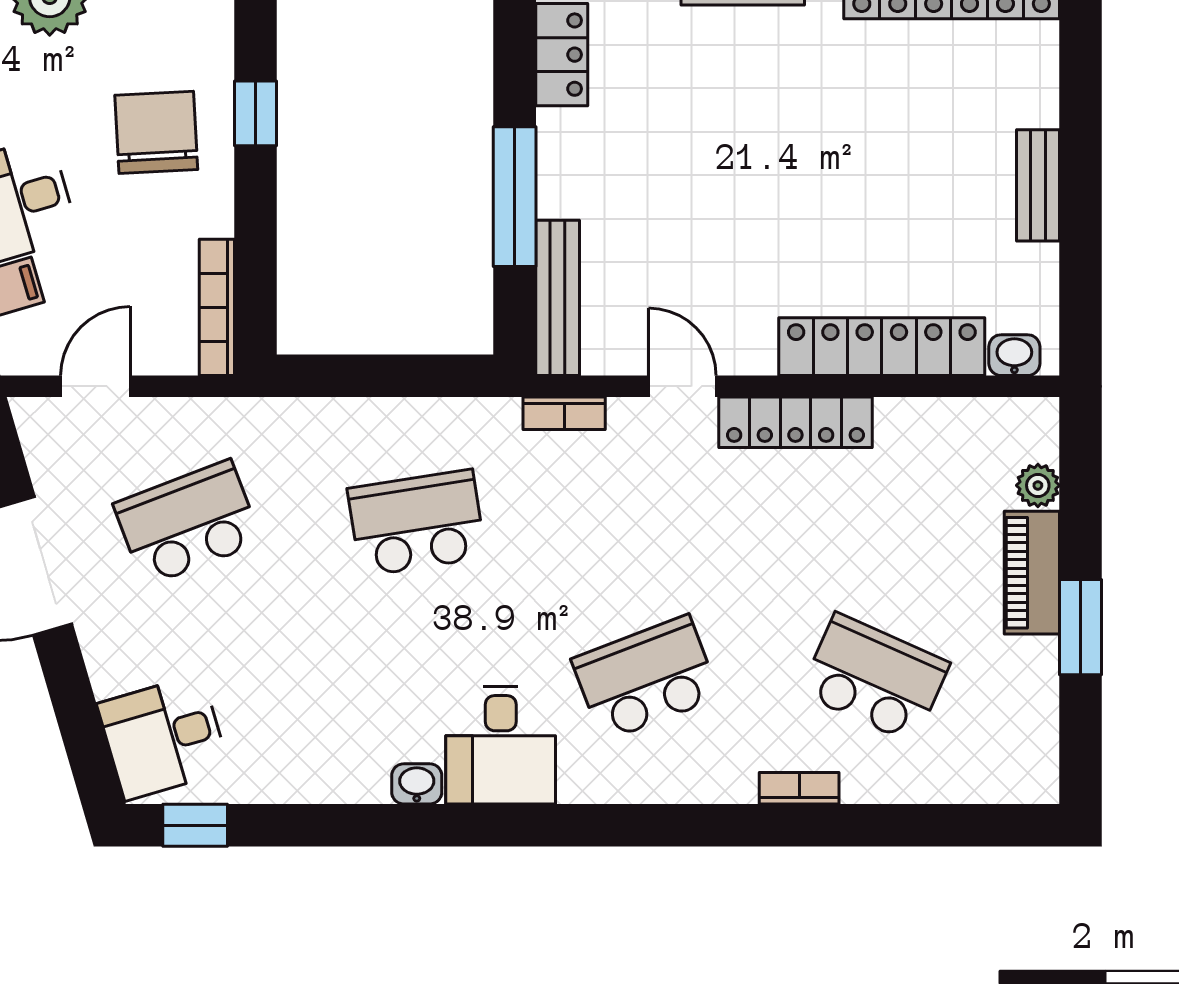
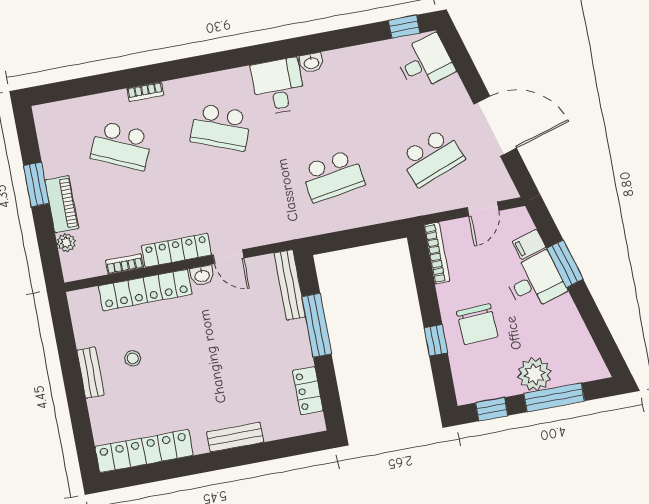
stool: (938, 200) -> (133, 358), added
washbasin: (1014, 355) -> (202, 276), moved
bookcase: (564, 413) -> (124, 264), moved
school desk: (646, 678) -> (221, 127), turned 42

